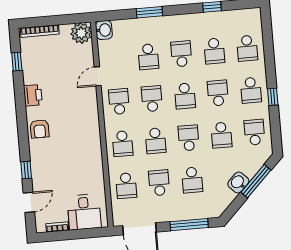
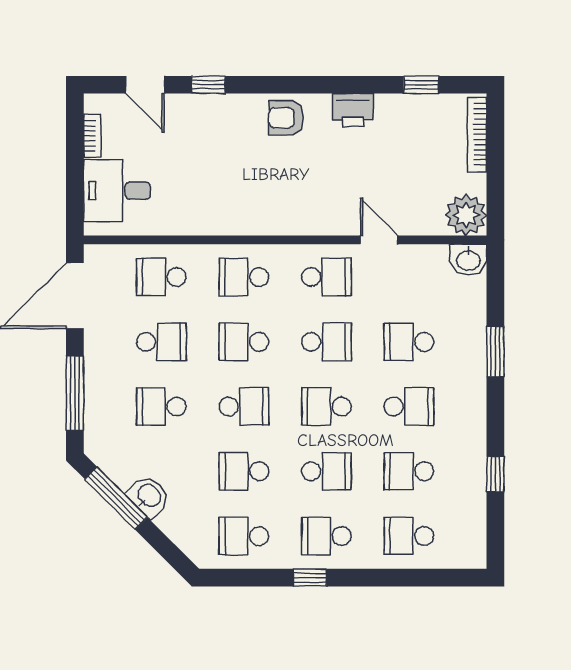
school desk: (254, 132) -> (244, 536), turned 180
window: (256, 181) -> (116, 498), moved

